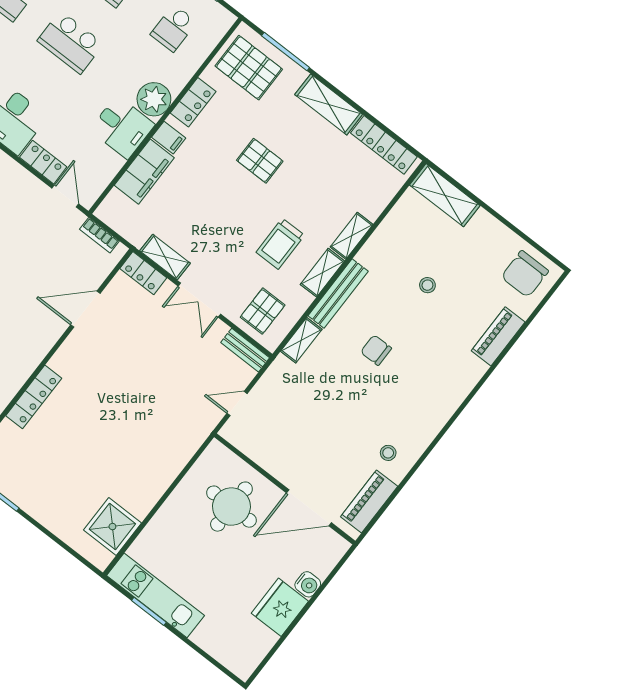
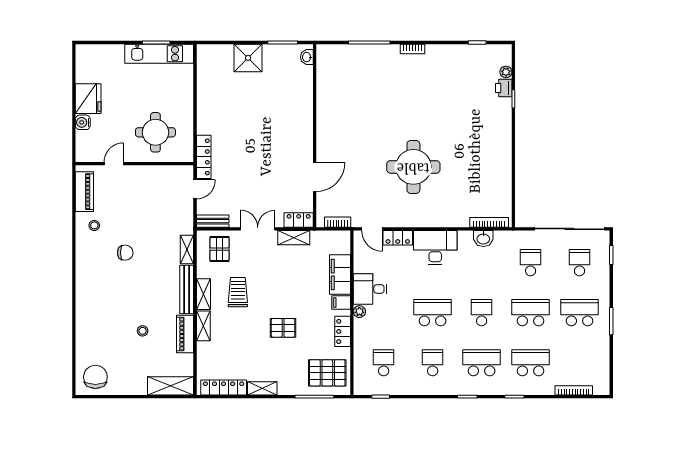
plant: (154, 99) -> (359, 312), width x0.53, depth x0.53
shelving: (329, 104) -> (262, 388), width x0.67, depth x0.75
piano: (498, 336) -> (185, 334), moved, turned 180
chair: (376, 350) -> (125, 253), moved
locker: (34, 397) -> (204, 157), moved, turned 180
door: (309, 508) -> (114, 164), width x0.53
shower: (112, 527) -> (248, 58), moved

